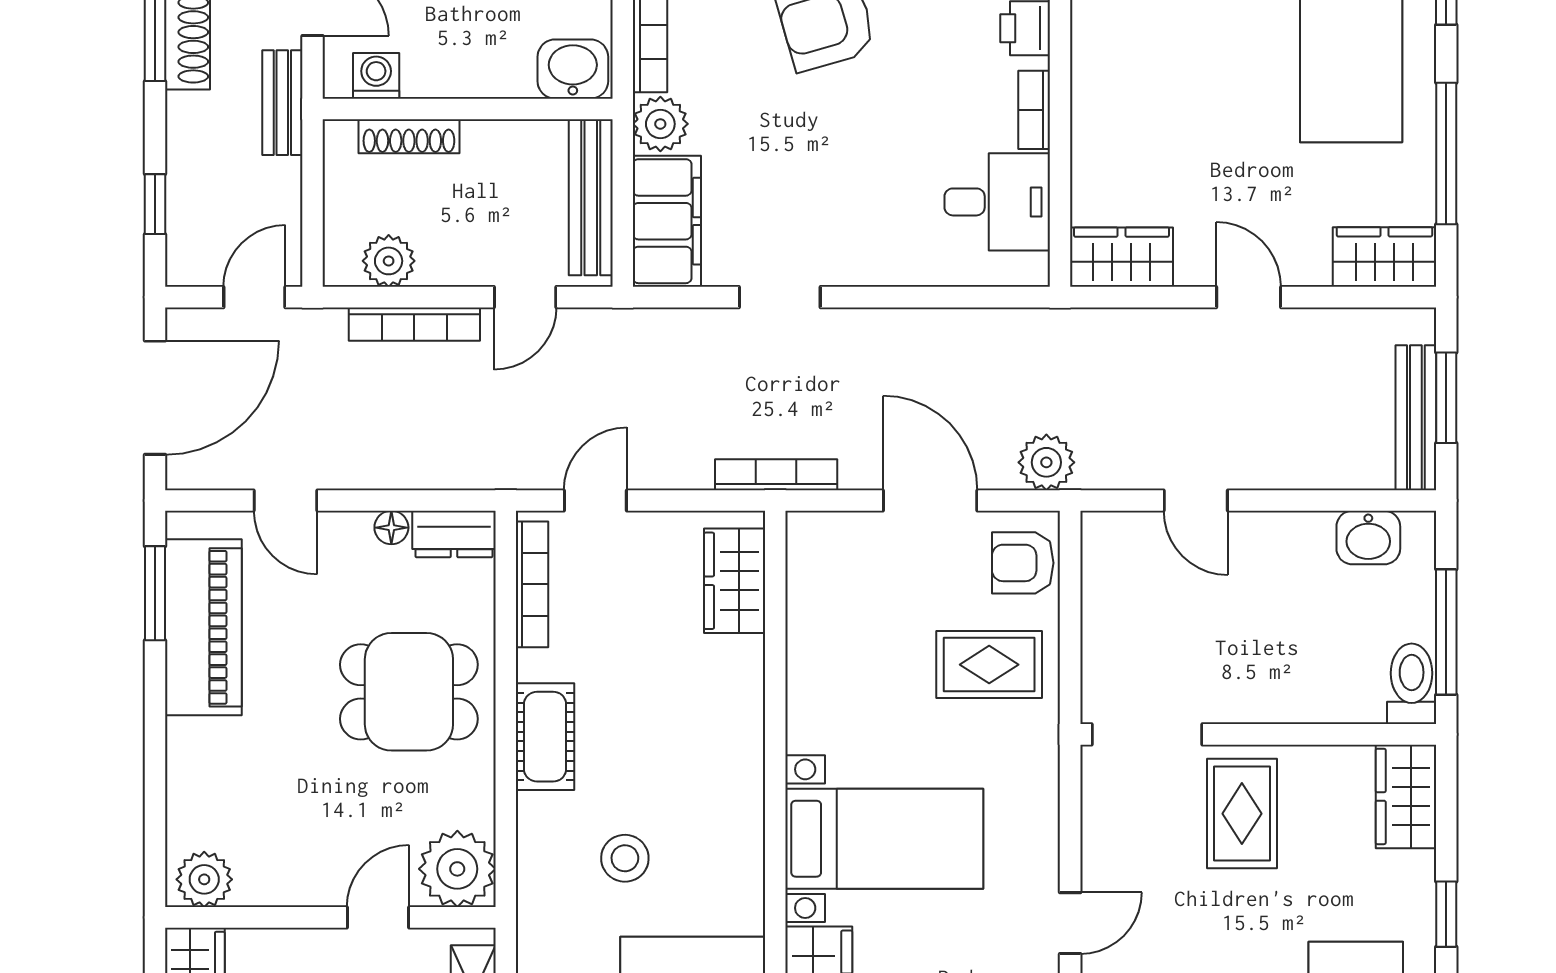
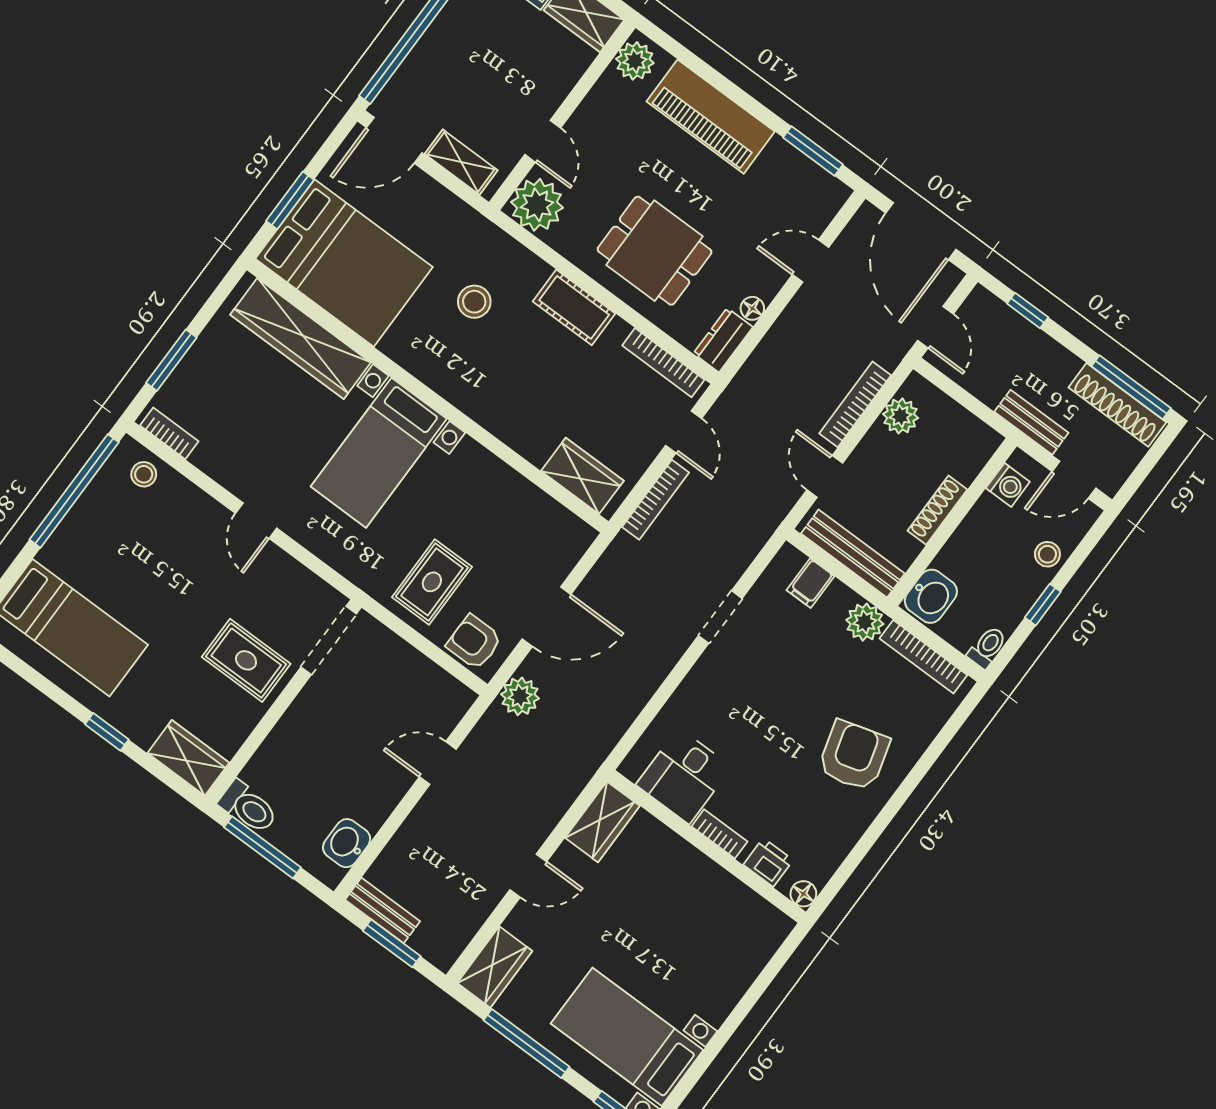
shoe rack: (409, 136) -> (937, 510), moved
filing cabinet: (667, 221) -> (810, 583), width x0.33, depth x0.86
bench: (1416, 418) -> (383, 910), width x0.73
bookcase: (776, 475) -> (655, 500), moved
armchair: (1023, 563) -> (474, 642), turned -90
piano: (203, 627) -> (711, 117), moved
dining table: (409, 692) -> (655, 251), turned 90

